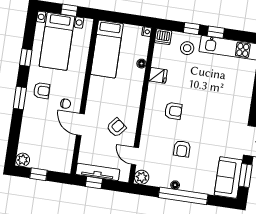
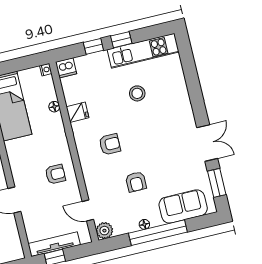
stool: (187, 48) -> (137, 93), moved
armchair: (116, 127) -> (55, 174), moved, turned 51
sofa: (228, 177) -> (183, 207), moved, turned 90

